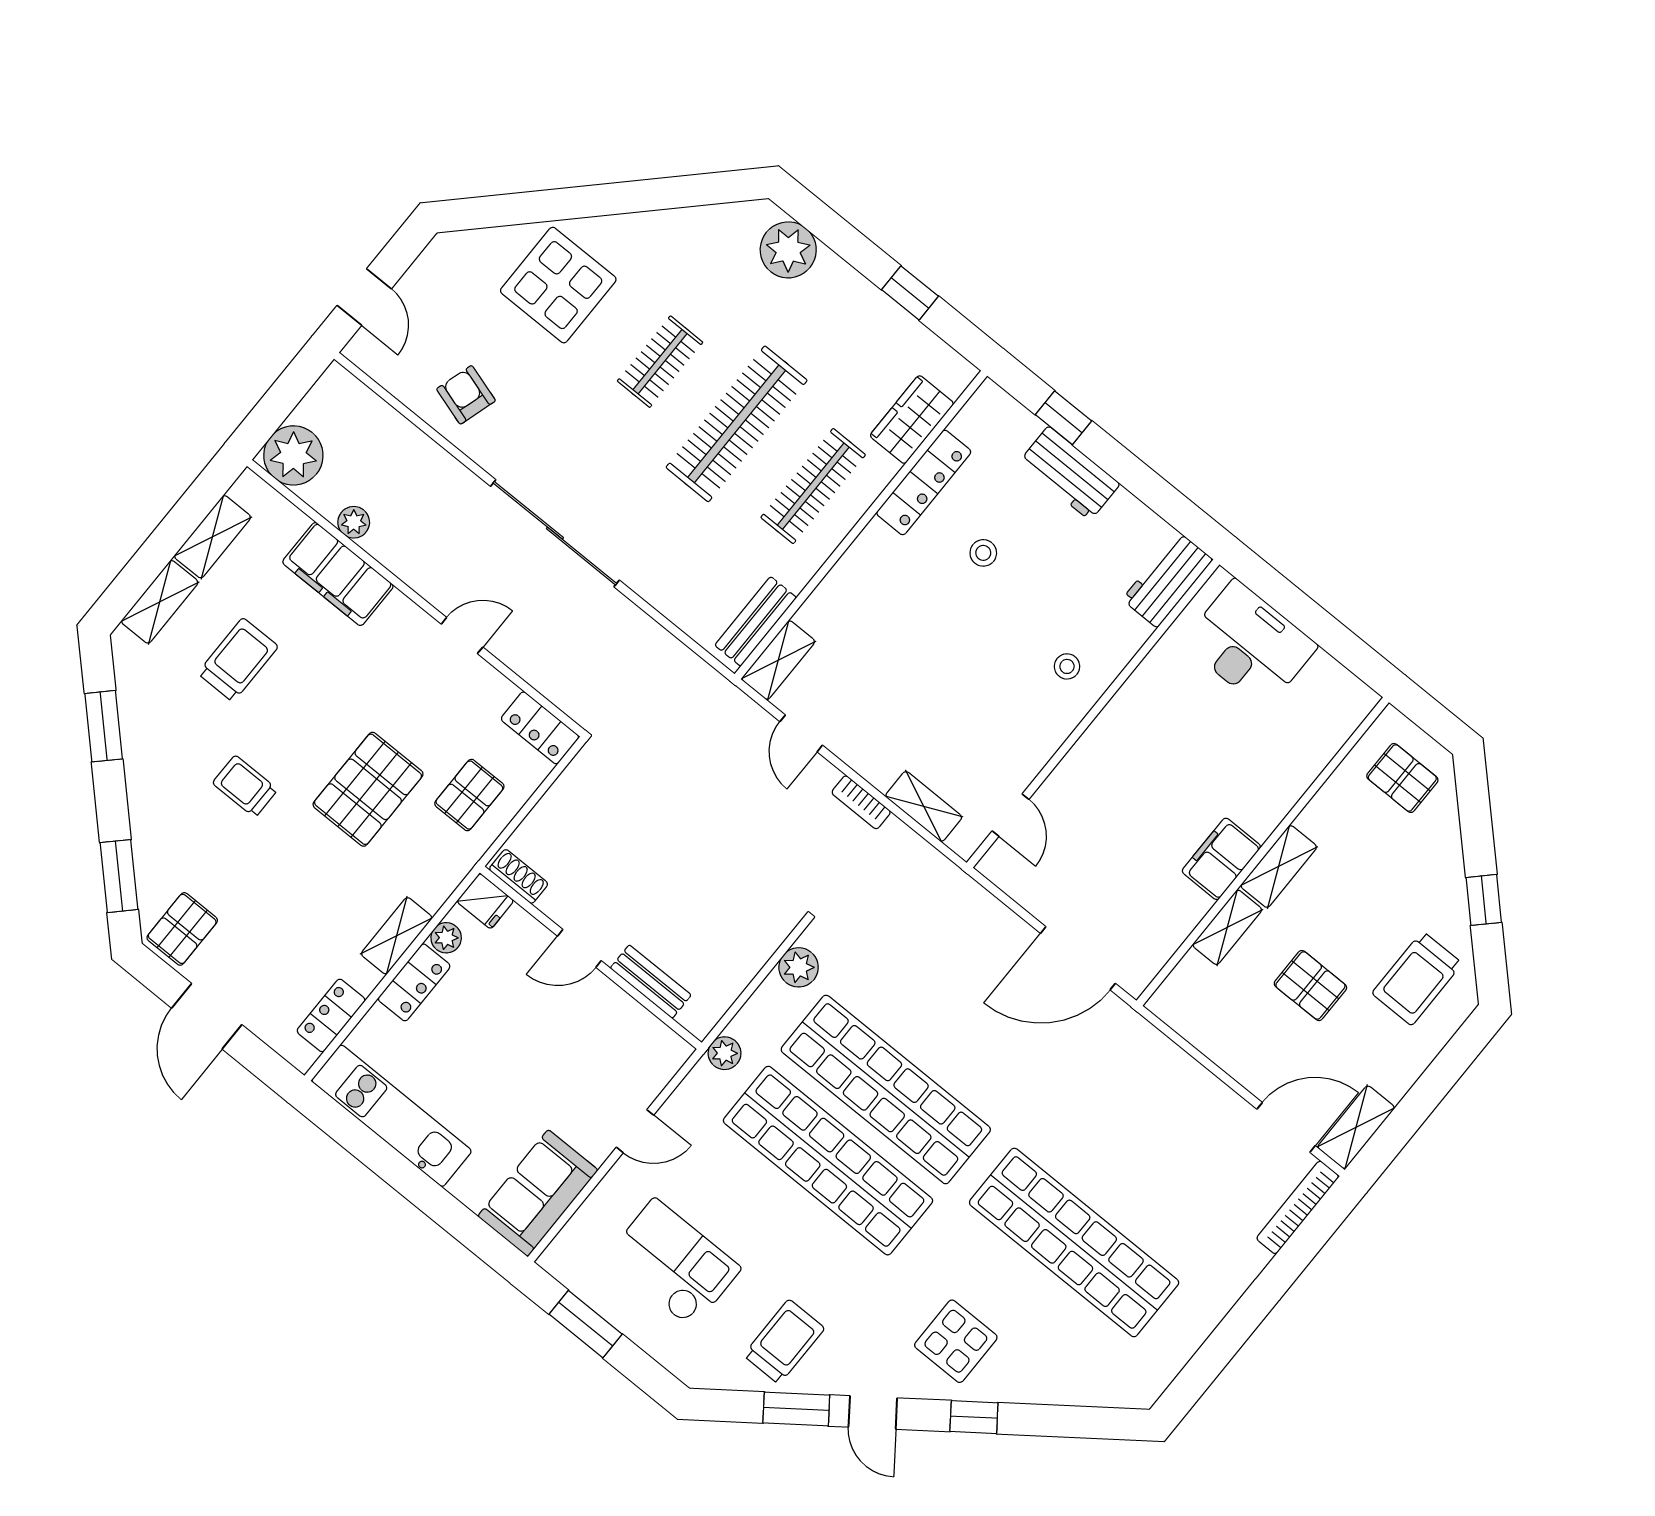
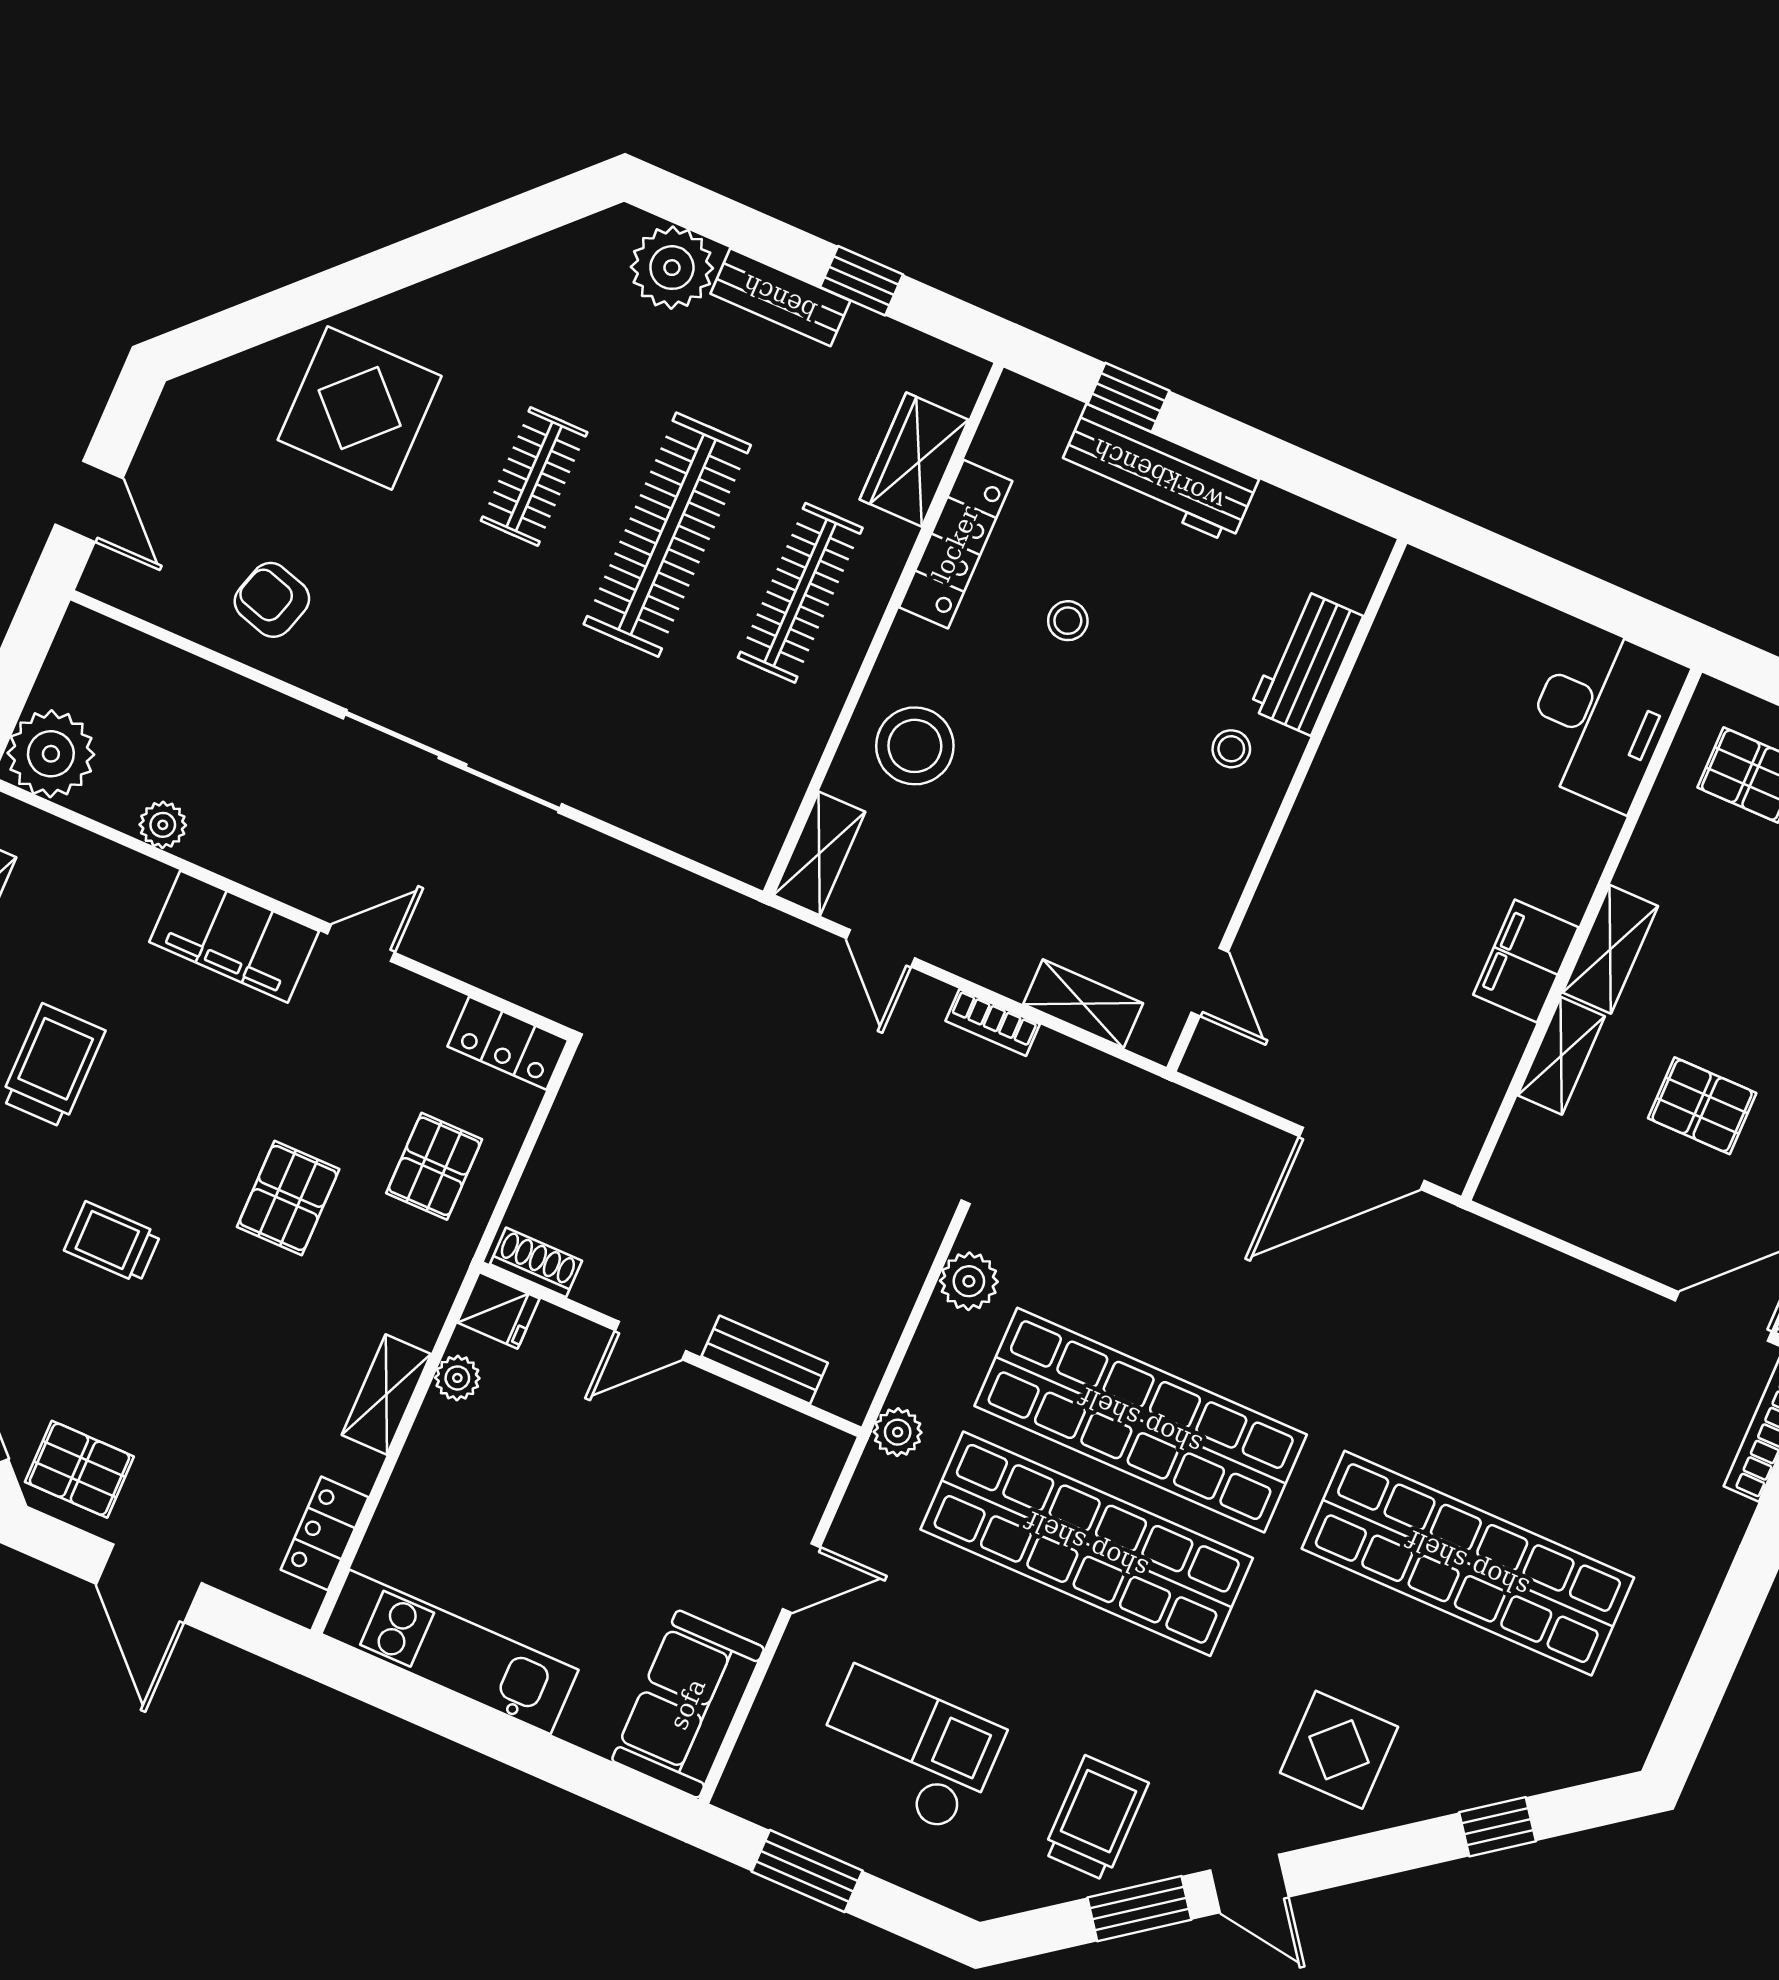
workbench: (1069, 473) -> (1159, 474), width x1.38
filing cabinet: (338, 574) -> (234, 937), moved
workbench: (1167, 579) -> (1306, 662), moved
stool: (860, 607) -> (915, 746), added
bench: (756, 621) -> (780, 297), moved, turned 90
desk: (1250, 644) -> (1601, 717), moved, turned 90
pallet: (368, 789) -> (288, 1198), width x0.67, depth x0.71
pallet: (182, 929) -> (79, 1469), turned 90
locker: (414, 982) -> (429, 1454), removed
window: (974, 1417) -> (1498, 1827), moved

